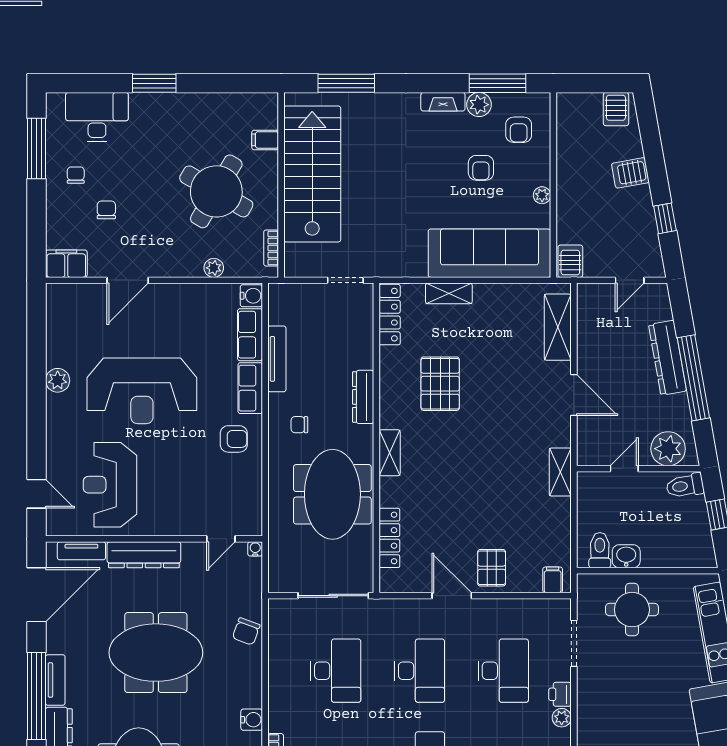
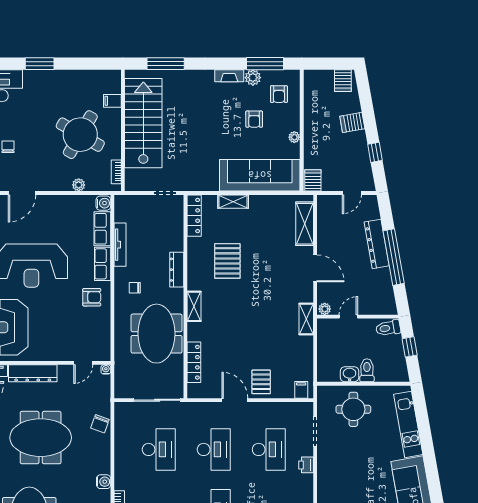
plant: (668, 449) -> (325, 309), moved, width x0.53, depth x0.53
toilet: (600, 550) -> (367, 370), moved
plant: (562, 718) -> (307, 480), removed

